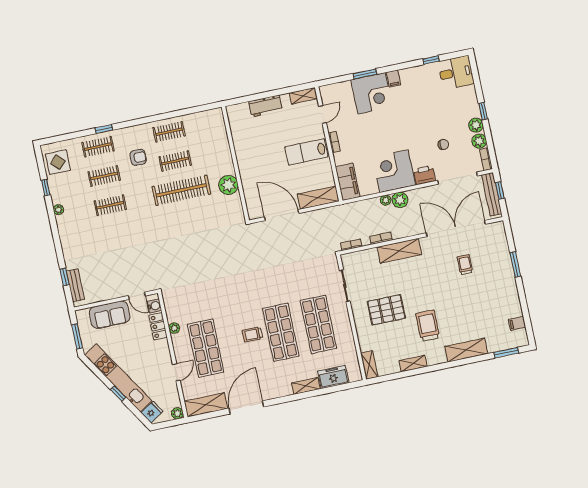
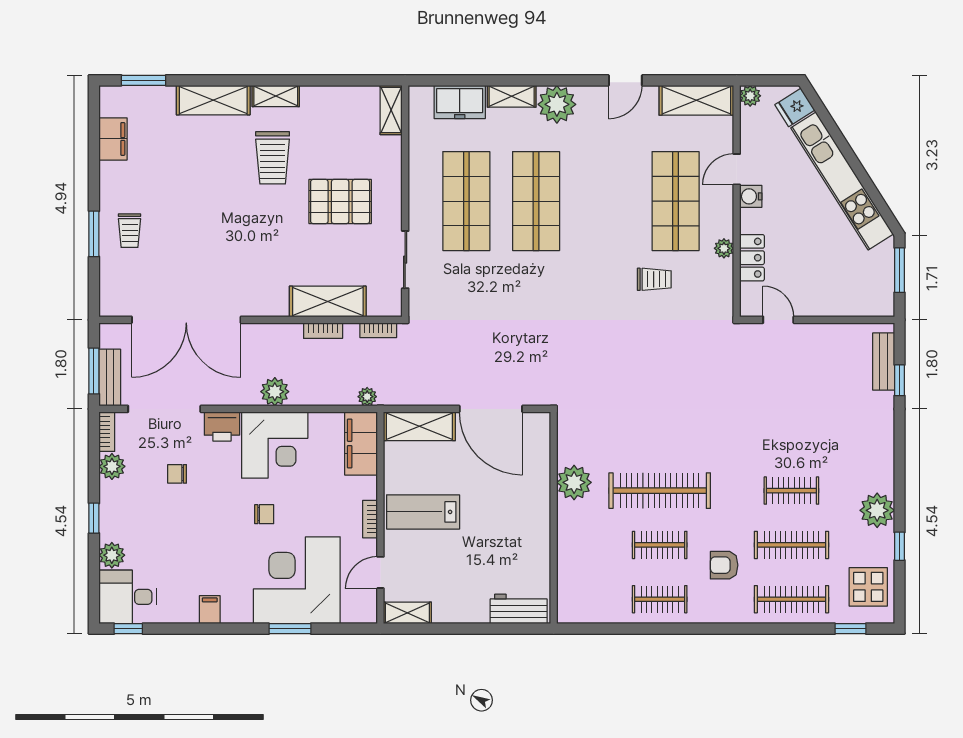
window: (431, 60) -> (128, 629), moved
filing cabinet: (393, 79) -> (210, 610), moved
corner desk: (372, 93) -> (297, 580), width x1.36, depth x1.36
workbench: (266, 106) -> (519, 609), moved
plant: (476, 125) -> (112, 555), moved
window: (104, 129) -> (850, 629), moved
chair: (392, 133) -> (264, 514), added
clothes rail: (98, 147) -> (791, 599), width x1.36
lab bench: (306, 152) -> (423, 512), turned 180
clothes rail: (104, 176) -> (791, 545), width x1.36
window: (500, 190) -> (94, 371), width x1.50
bench: (492, 194) -> (110, 378), width x0.73
plant: (386, 200) -> (367, 397), moved
plant: (58, 210) -> (877, 510), width x1.88, depth x1.88
shelving: (399, 251) -> (328, 302), moved
trolley: (465, 265) -> (130, 231), moved
water cooler: (154, 306) -> (751, 196), moved
sofa: (110, 315) -> (834, 296), removed
filing cabinet: (517, 323) -> (113, 139), width x2.00
trolley: (252, 334) -> (654, 279), moved
shelving: (413, 364) -> (276, 96), moved
plant: (281, 387) -> (557, 104), added
window: (118, 394) -> (848, 153), removed
door: (246, 407) -> (625, 80), width x0.53

